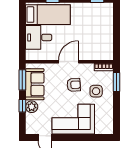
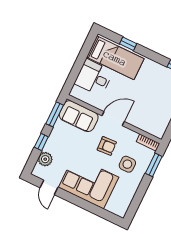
sofa: (35, 84) -> (79, 116), moved, turned 90
plant: (32, 107) -> (45, 159), moved

